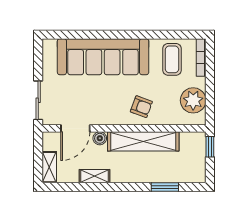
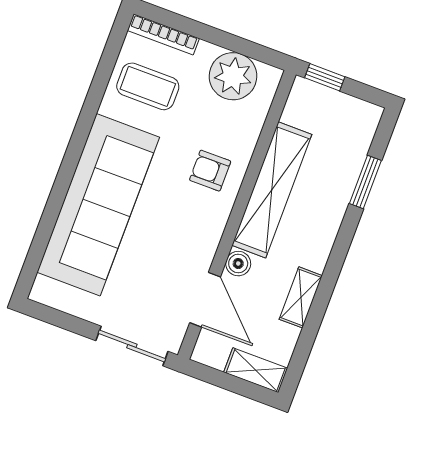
armchair: (141, 107) -> (210, 171), turned -110

